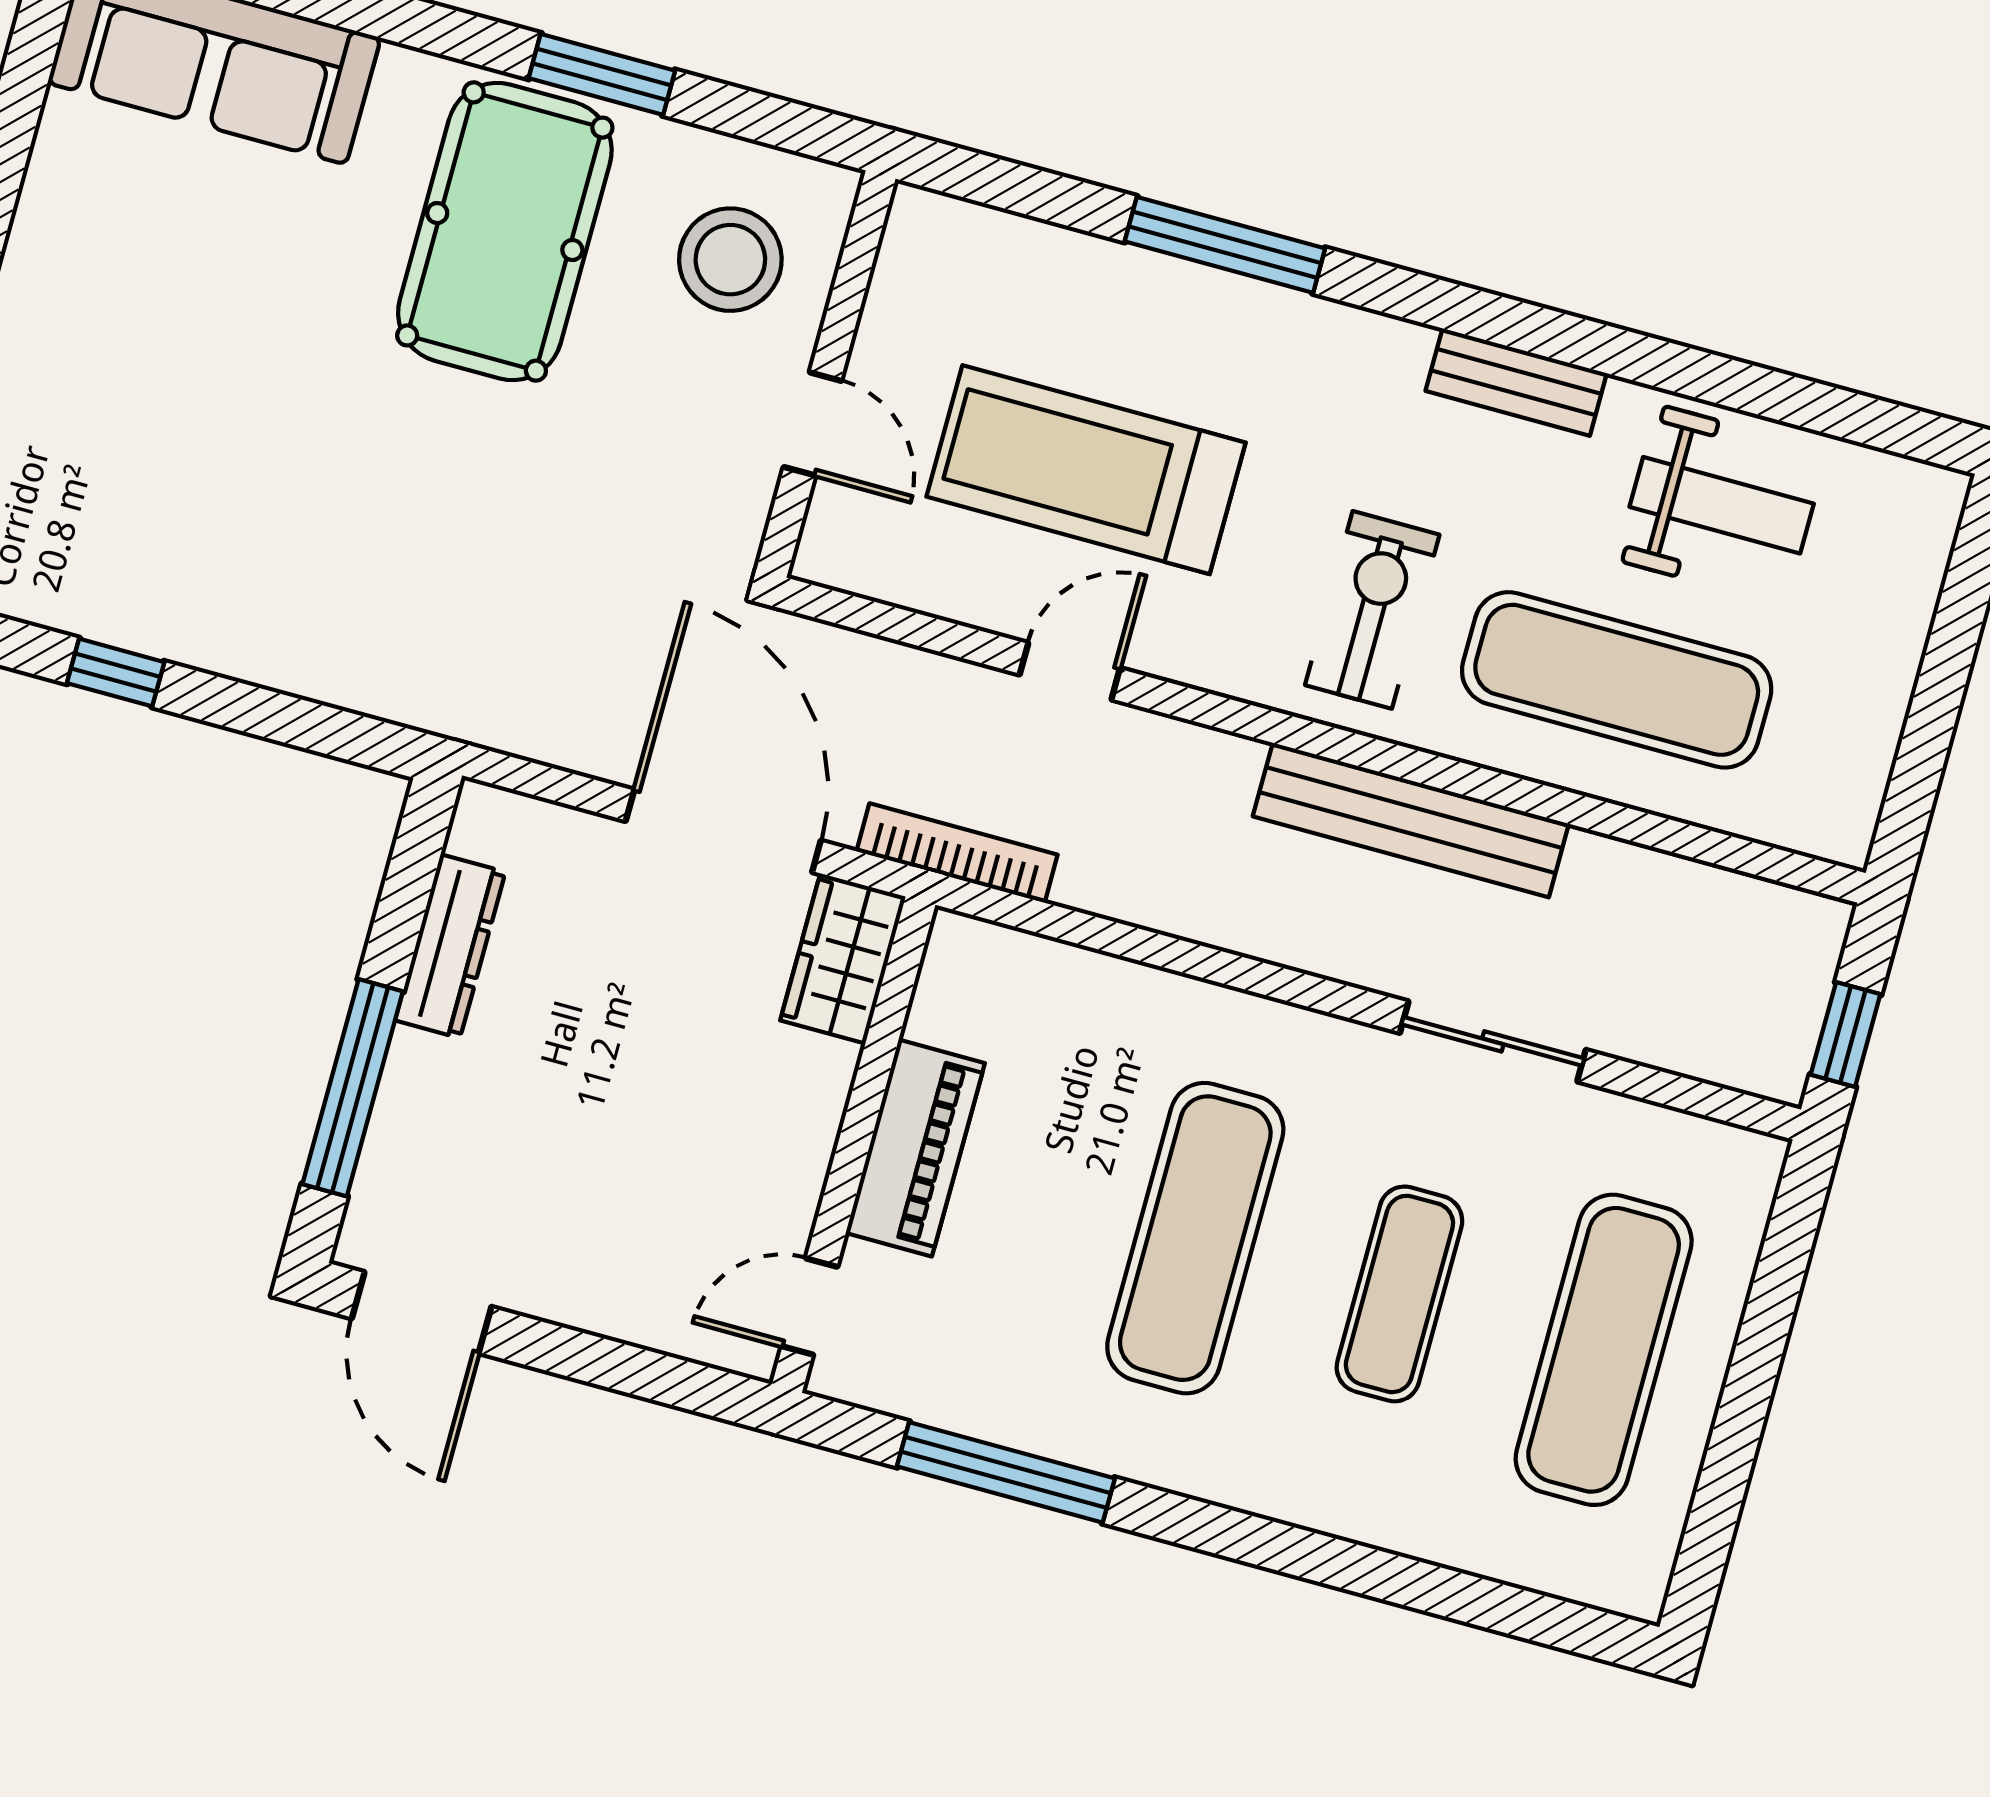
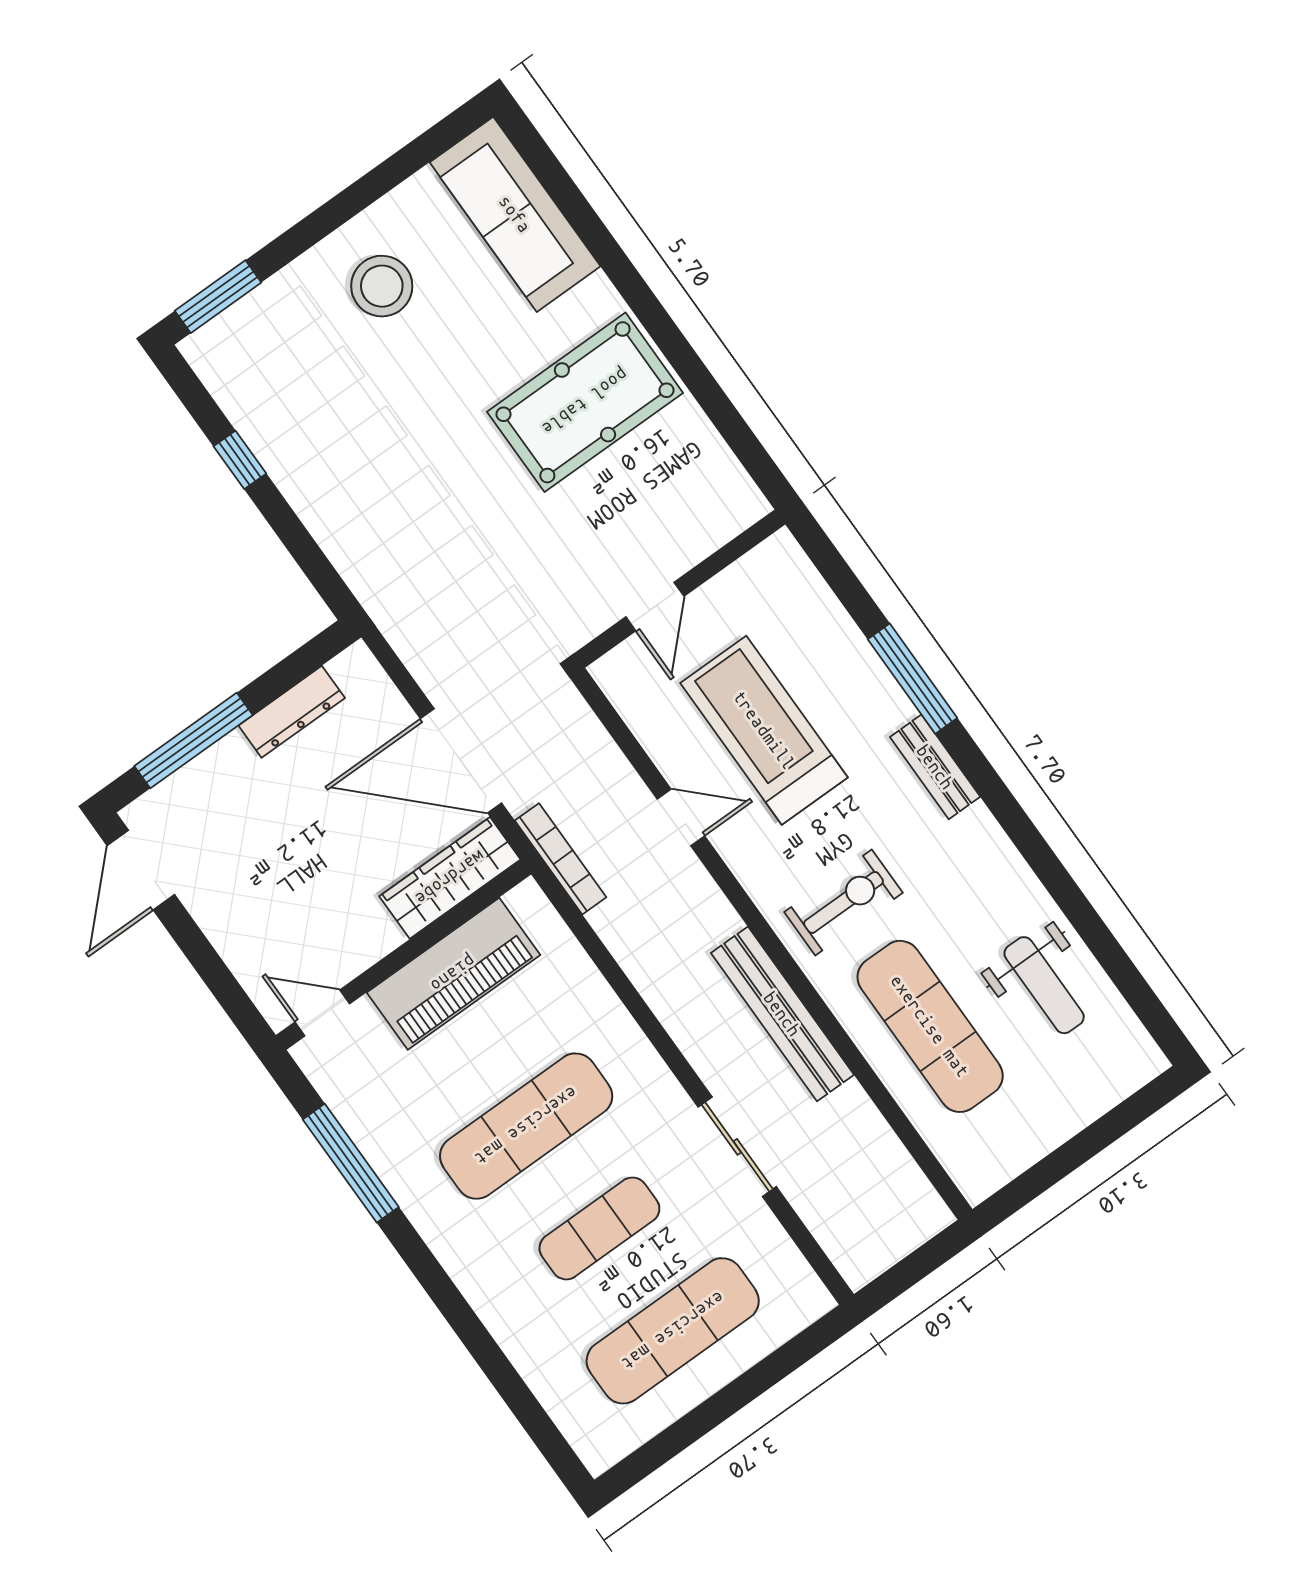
window: (602, 74) -> (689, 366), removed
stool: (730, 260) -> (382, 286), moved
bench: (1516, 382) -> (935, 767), moved
door: (723, 831) -> (461, 761), swing flipped
wardrobe: (843, 959) -> (450, 878), width x1.50
window: (1846, 1034) -> (903, 1276), removed
piano: (915, 1148) -> (453, 974), width x1.37, depth x1.33

